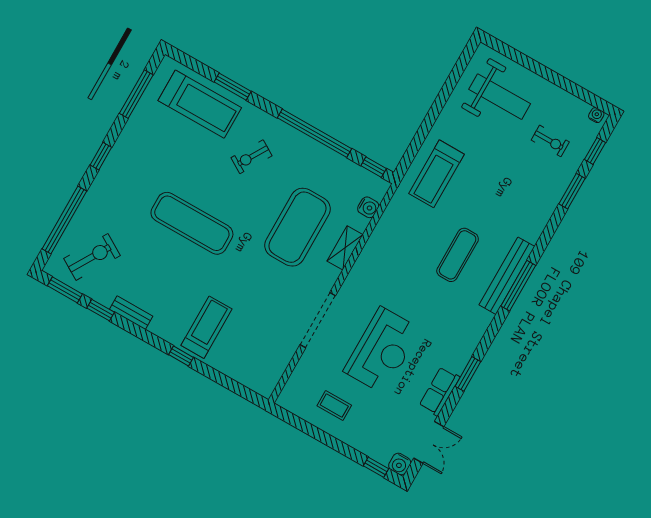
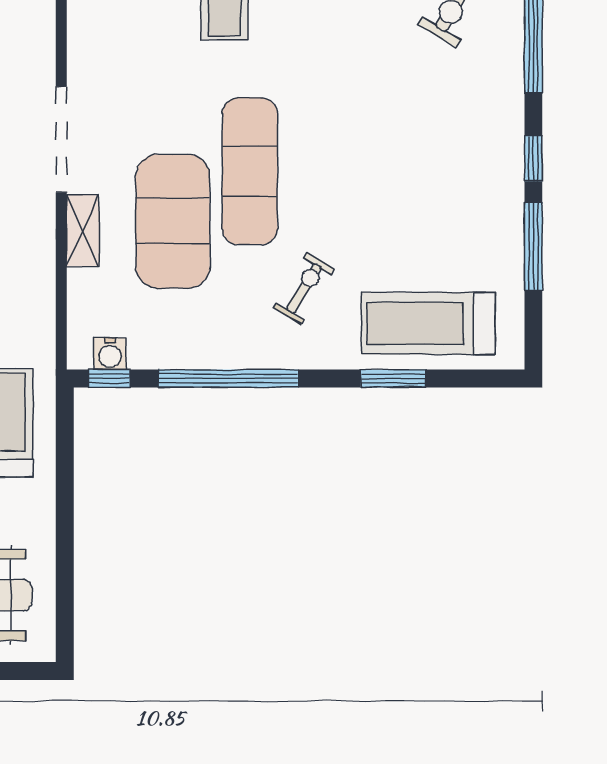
window: (136, 94) -> (533, 246), moved
water cooler: (368, 207) -> (110, 354), moved, turned -90
exercise mat: (192, 223) -> (250, 171), moved, turned 90
doorway: (318, 320) -> (61, 140), moved

